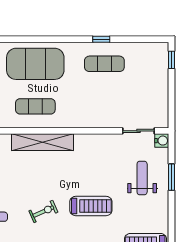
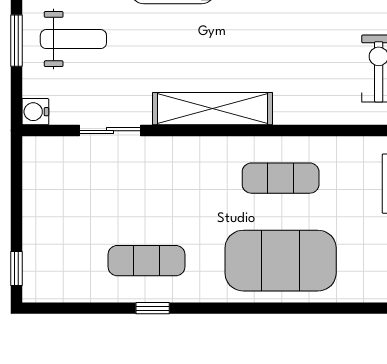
sliding door: (139, 131) -> (110, 131), moved
shelving: (42, 142) -> (213, 109), moved
weight bench: (142, 178) -> (73, 39), turned -90

